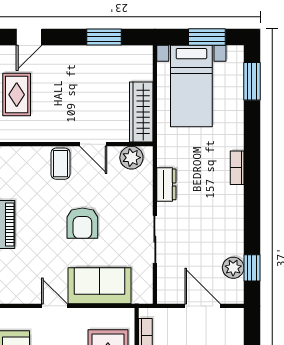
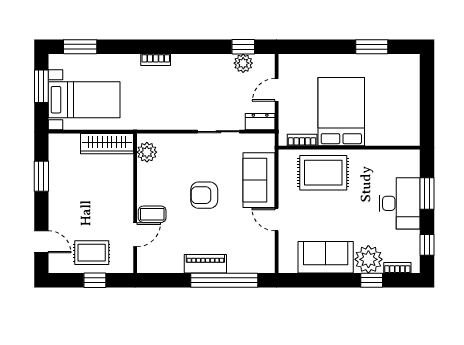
door: (93, 144) -> (135, 235), moved
dresser: (166, 184) -> (260, 122), moved
armchair: (82, 223) -> (204, 195), turned 180
door: (54, 306) -> (277, 220), hinge flipped
door: (203, 306) -> (277, 90), width x0.73

